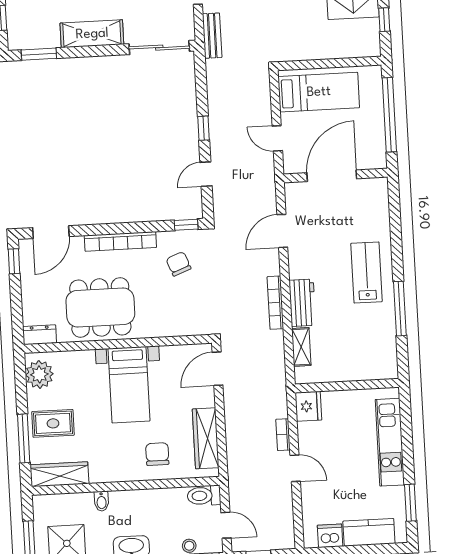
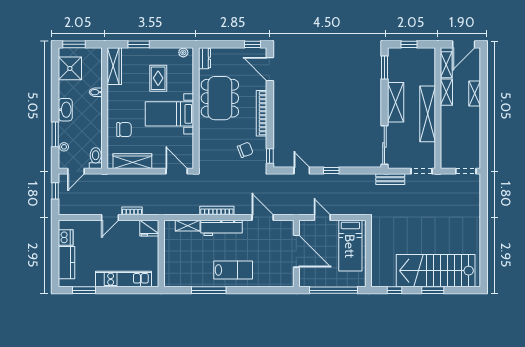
door: (277, 138) -> (322, 217), hinge flipped
workbench: (302, 303) -> (222, 228), width x1.38
plant: (39, 374) -> (183, 52), width x0.53, depth x0.53
rug: (53, 423) -> (158, 78), moved
window: (24, 438) -> (139, 44), width x0.69

